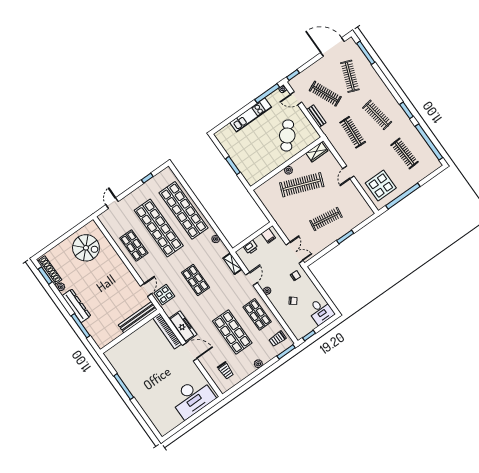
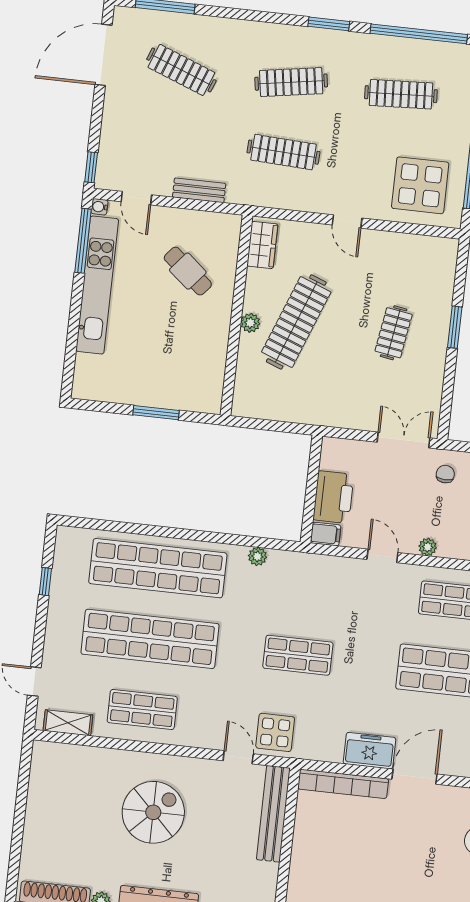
clothes rail: (325, 94) -> (174, 140), removed
door: (296, 98) -> (136, 198), hinge flipped
kitchen unit: (251, 115) -> (97, 285), width x1.36
cafe table: (287, 135) -> (188, 271), width x0.73, depth x0.74
clothes rail: (326, 219) -> (394, 333), width x0.73
filing cabinet: (268, 236) -> (326, 534), moved
printer: (251, 247) -> (333, 497), width x1.87, depth x1.48
spiral stairs: (86, 248) -> (153, 812), moved
shelving: (232, 264) -> (68, 723), moved
freezer: (183, 327) -> (370, 751), width x0.71

